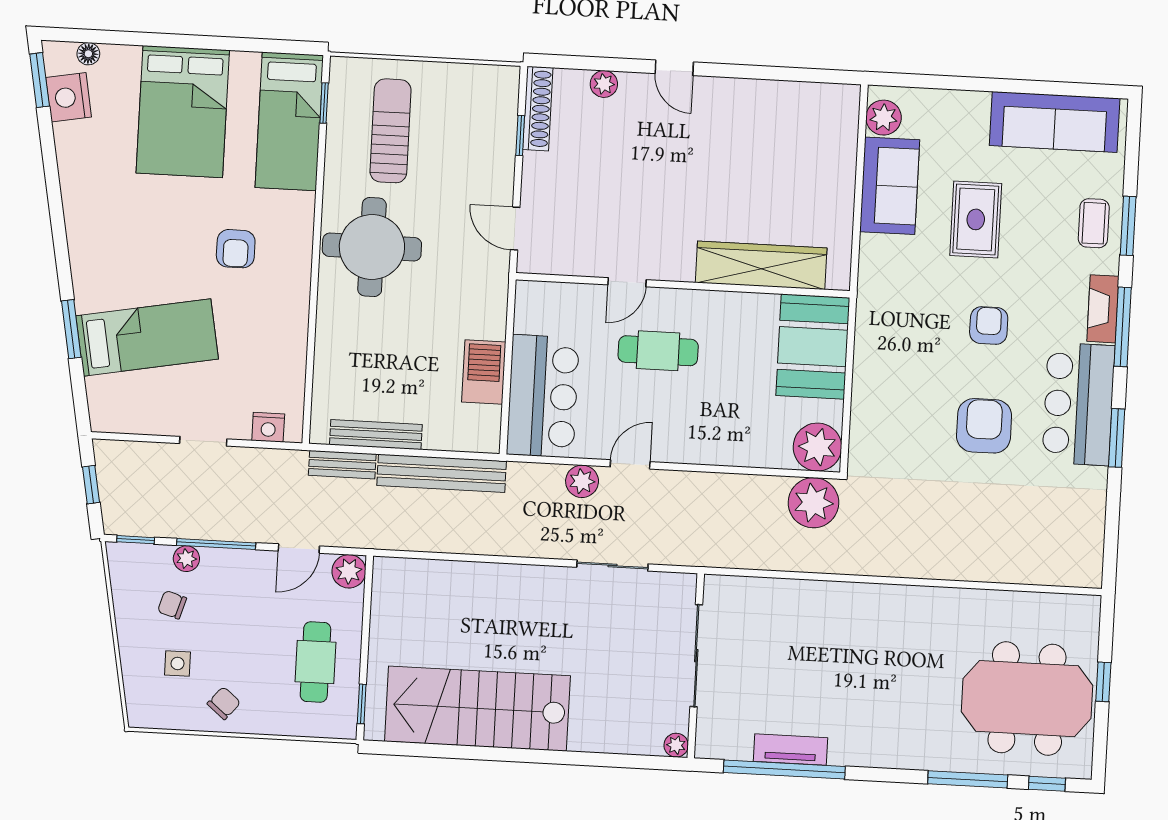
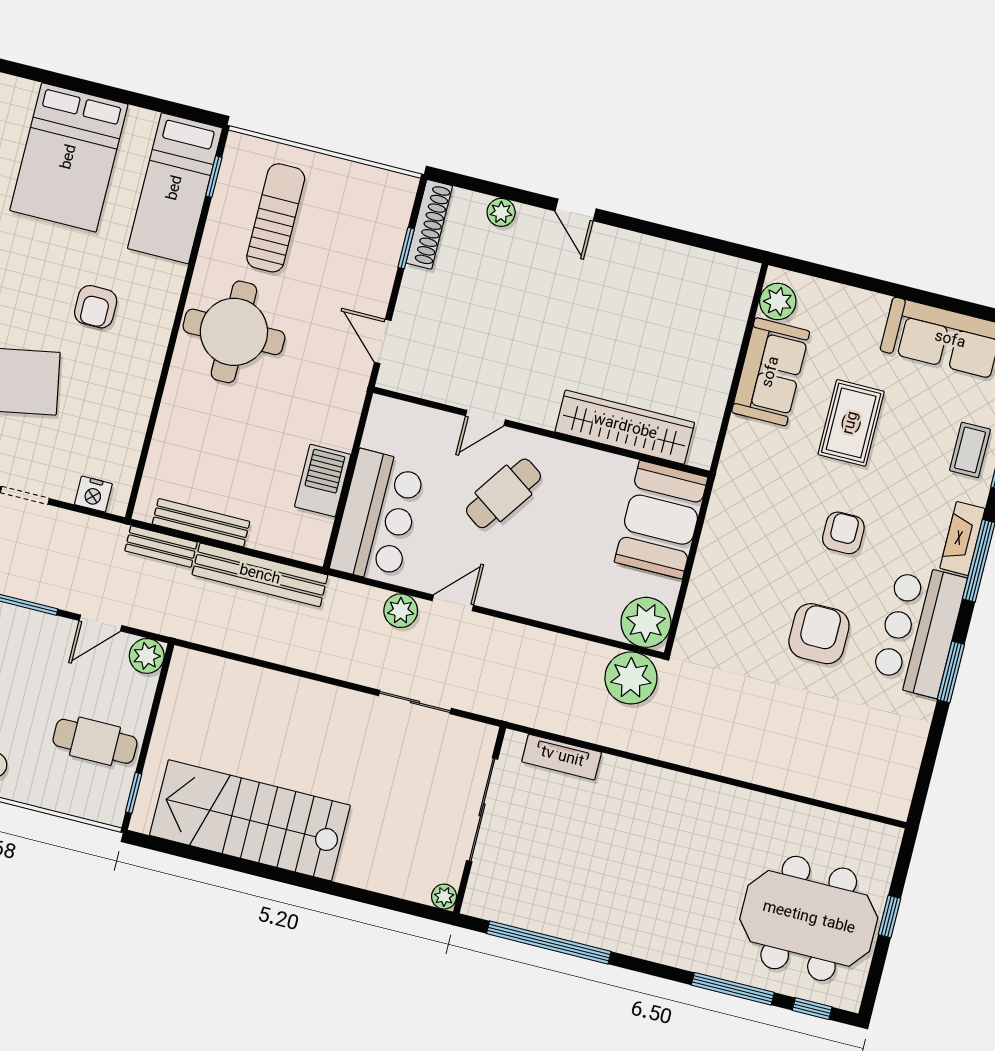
cafe table: (658, 351) -> (503, 493), turned -55
cafe table: (315, 662) -> (95, 741), turned 90
tv unit: (790, 749) -> (562, 757), moved, turned 180

